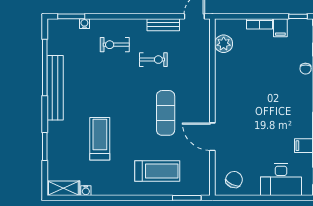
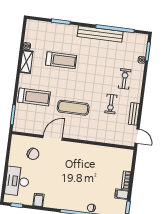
plant: (224, 44) -> (116, 154), removed
treadmill: (157, 171) -> (34, 97), turned -90
chair: (234, 180) -> (33, 154), moved
shelving: (63, 188) -> (26, 62), moved

